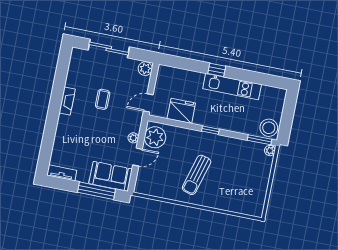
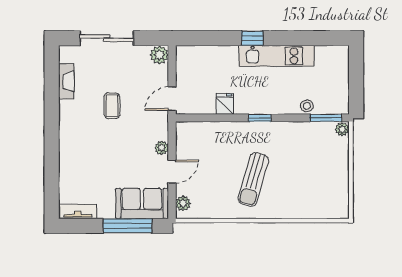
fireplace: (67, 101) -> (66, 81), moved
fridge: (181, 111) -> (225, 104), width x0.53, depth x0.75
stool: (269, 128) -> (307, 106), moved, width x0.53, depth x0.53
plant: (155, 137) -> (183, 203), moved, width x0.53, depth x0.53

